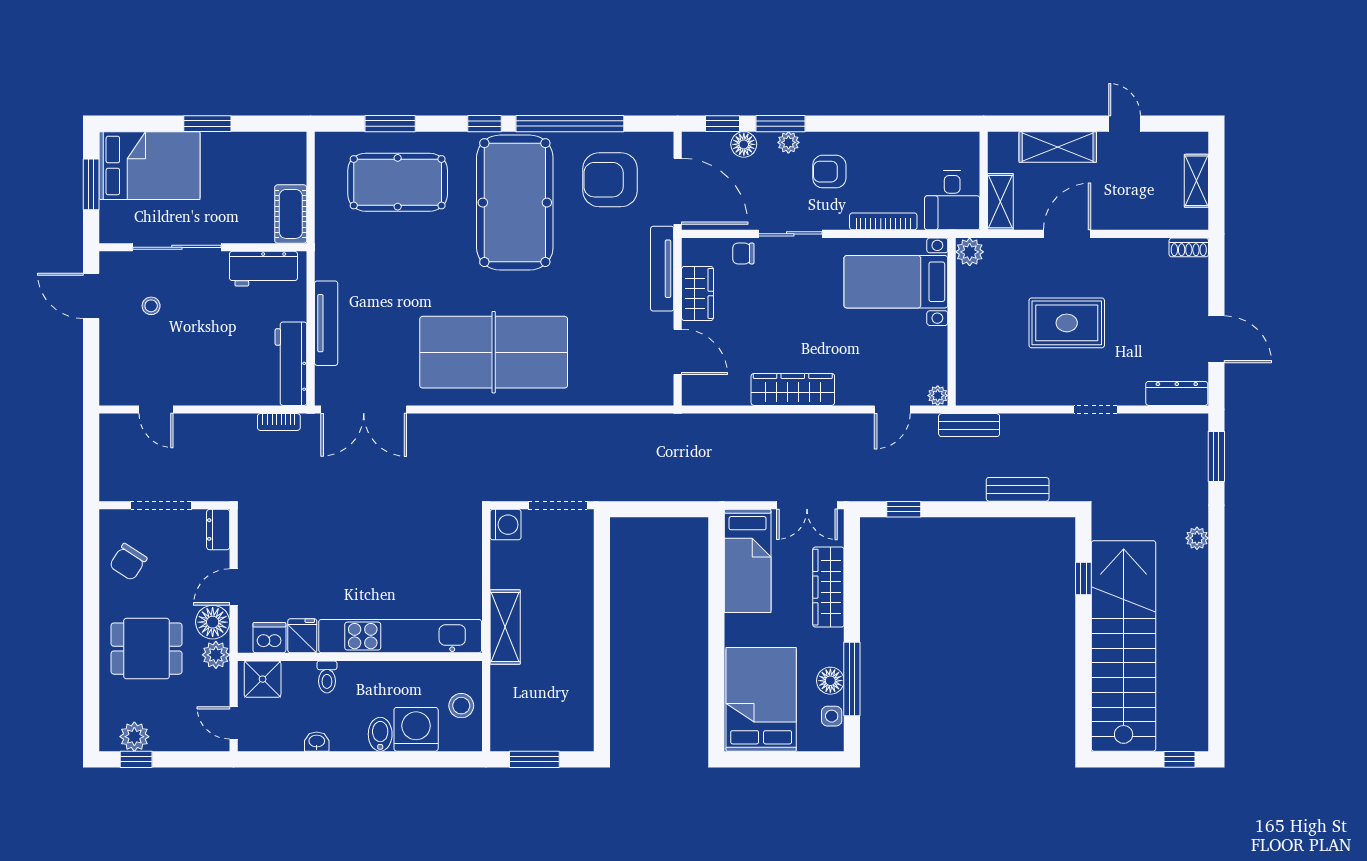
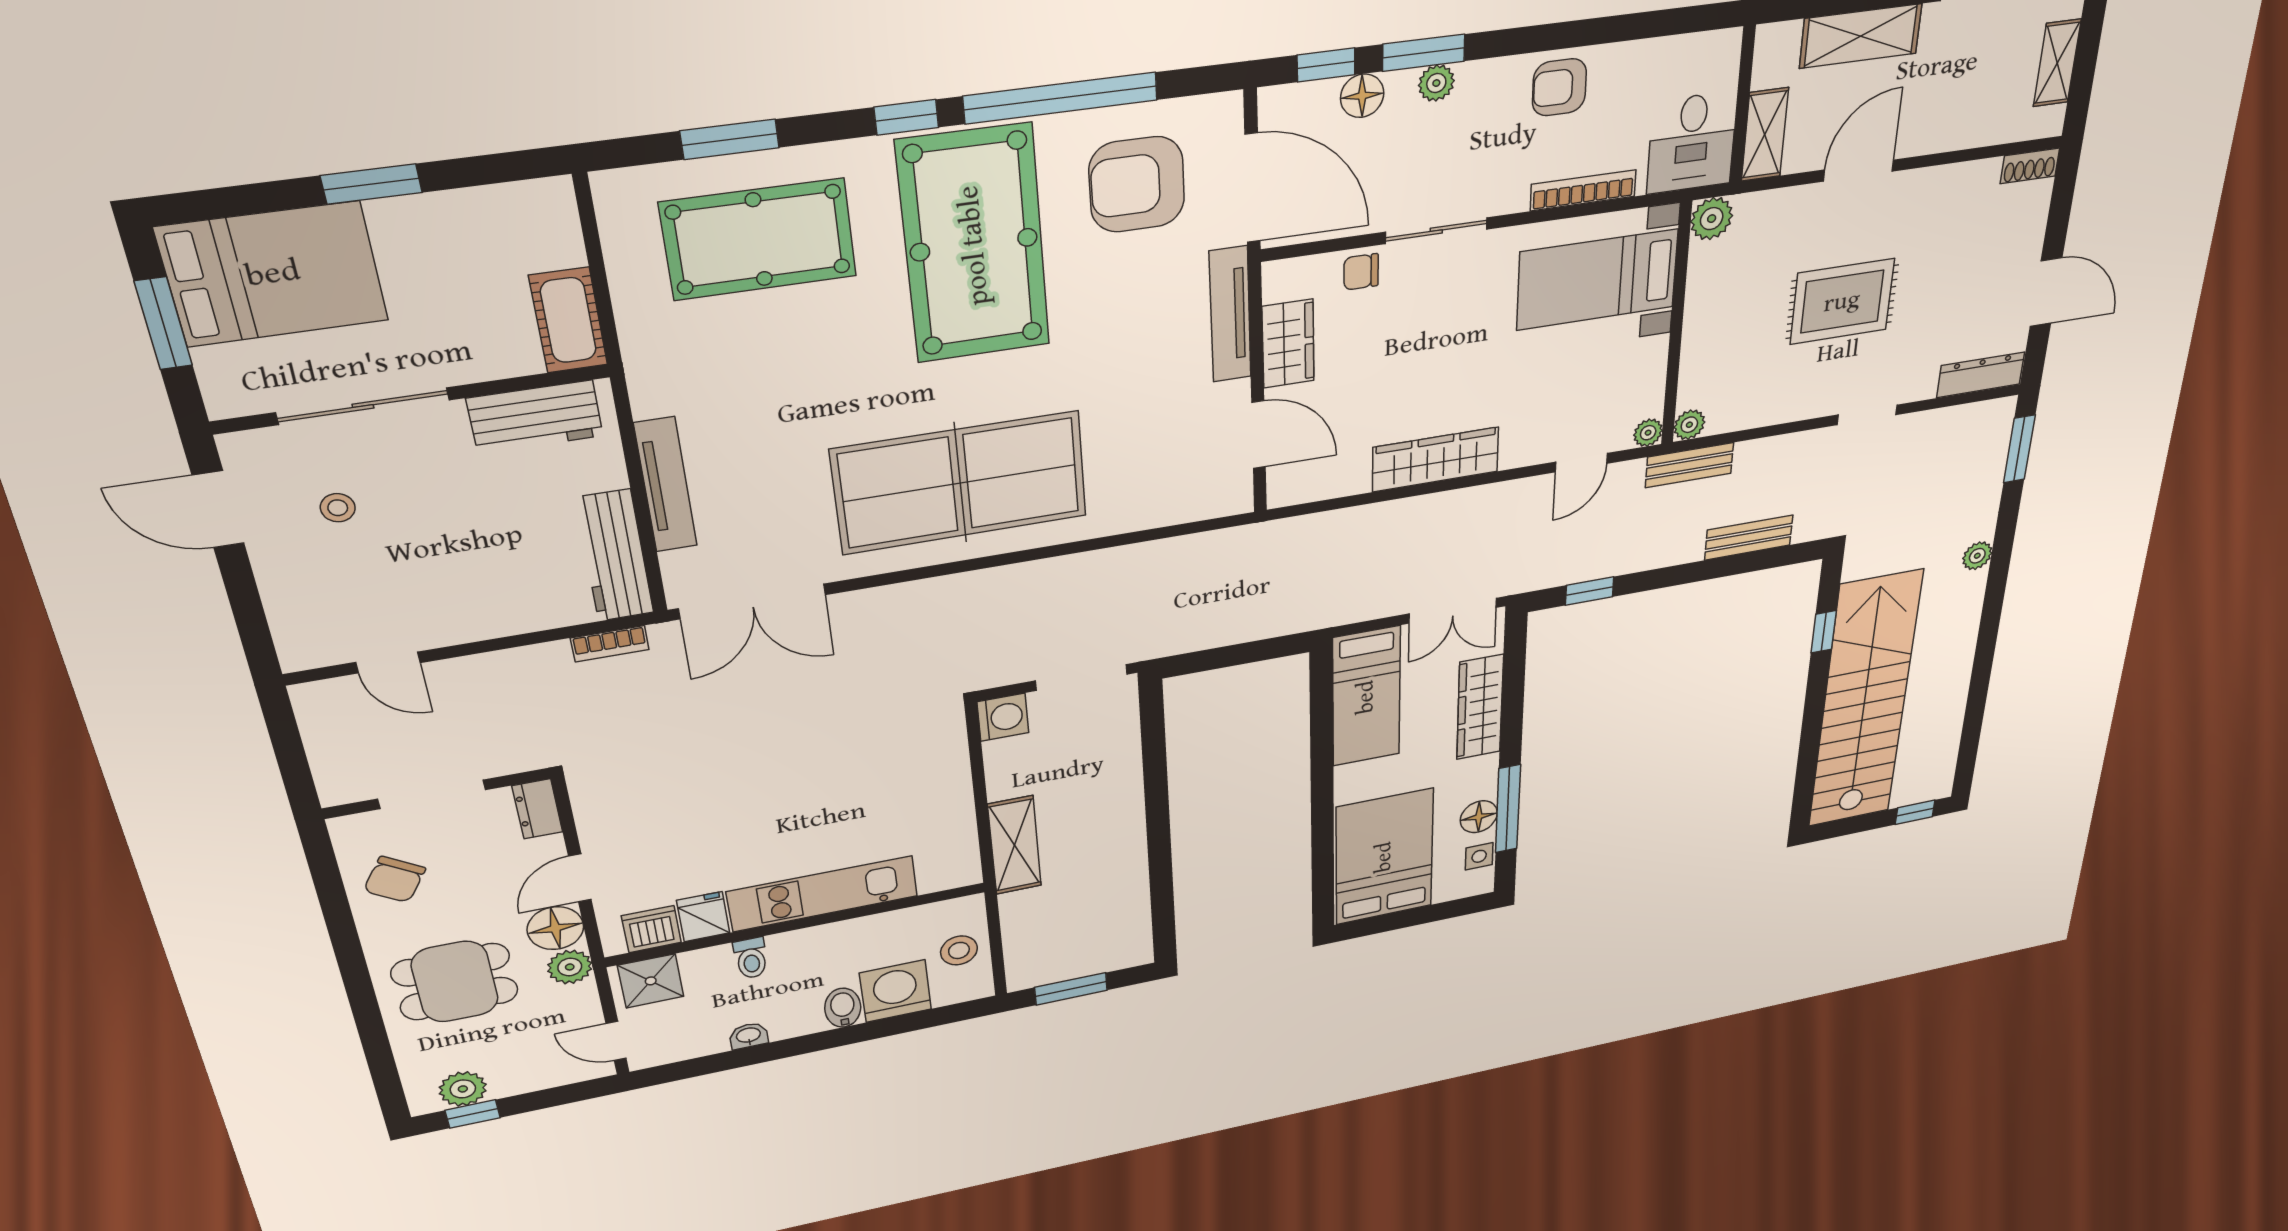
armchair: (829, 172) -> (1559, 87), moved
plant: (966, 395) -> (1689, 425), added
kitchen unit: (400, 636) -> (823, 894), width x0.73

